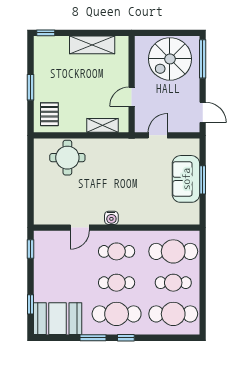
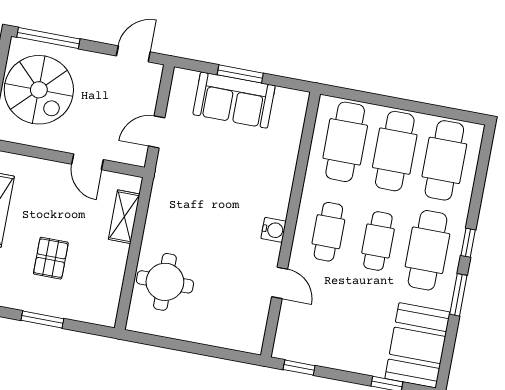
pallet: (49, 114) -> (51, 258), moved, turned 90
door: (158, 135) -> (157, 132), hinge flipped
cafe table: (173, 283) -> (395, 151), width x1.37, depth x1.35

